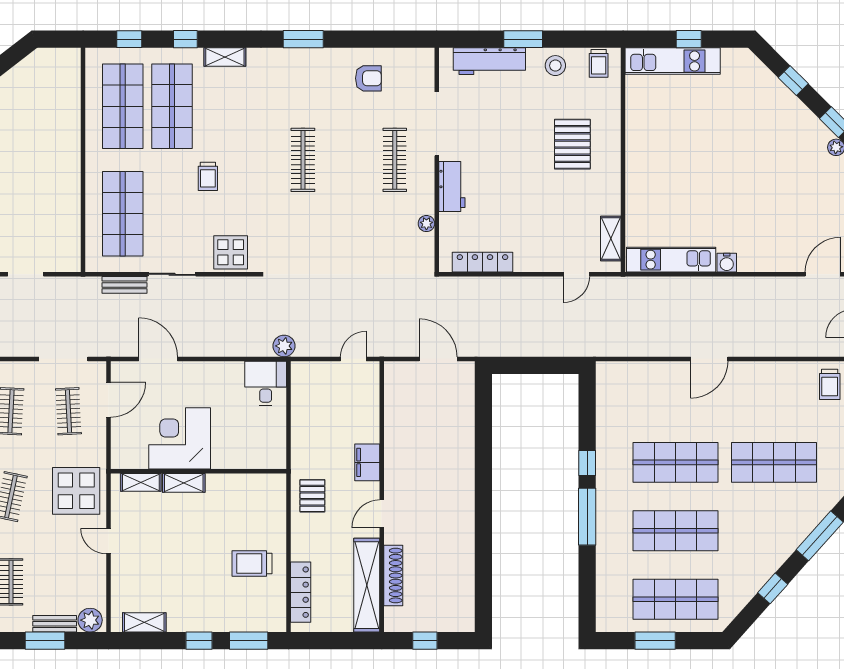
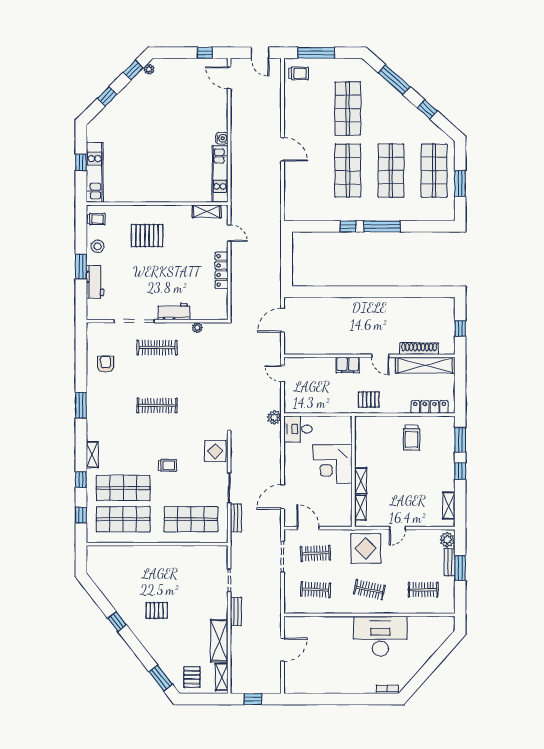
workbench: (489, 61) -> (95, 282), width x0.73
locker: (482, 262) -> (221, 270), moved
corner desk: (180, 438) -> (333, 464), moved

